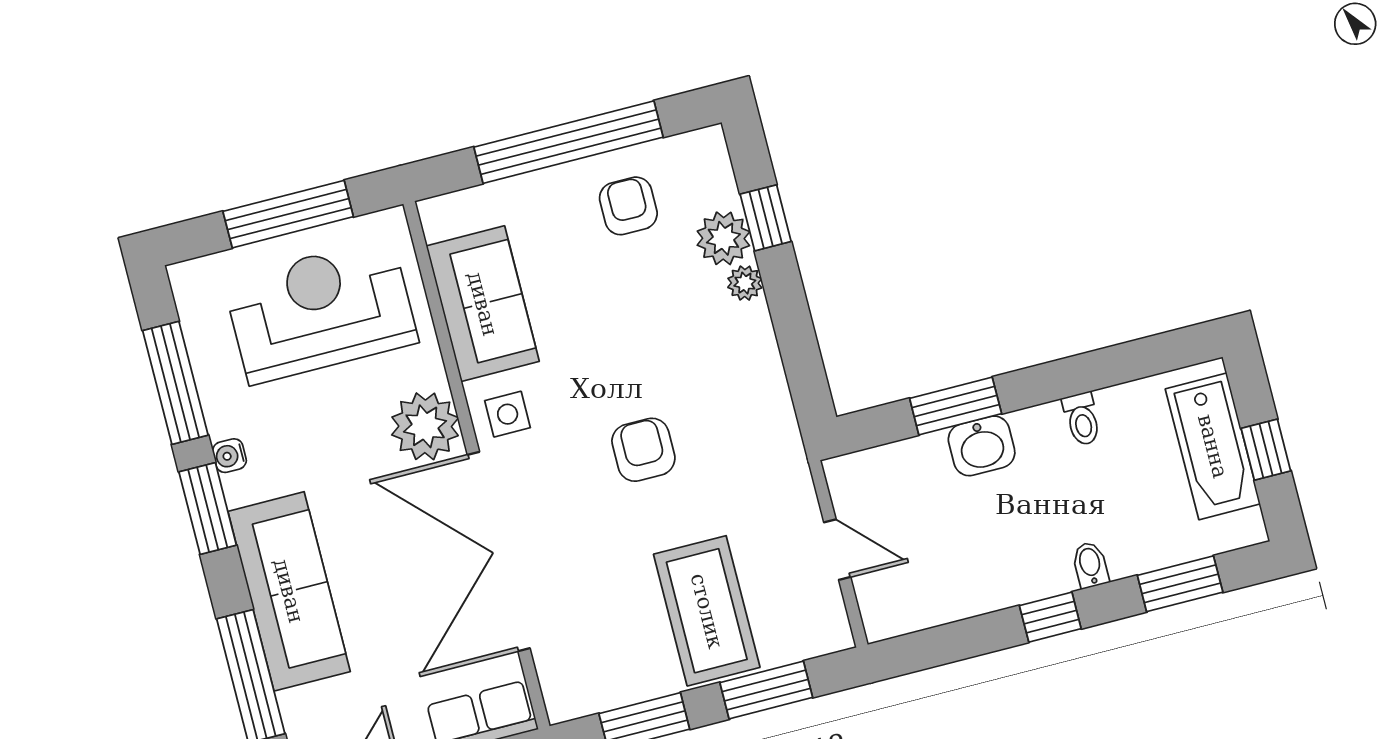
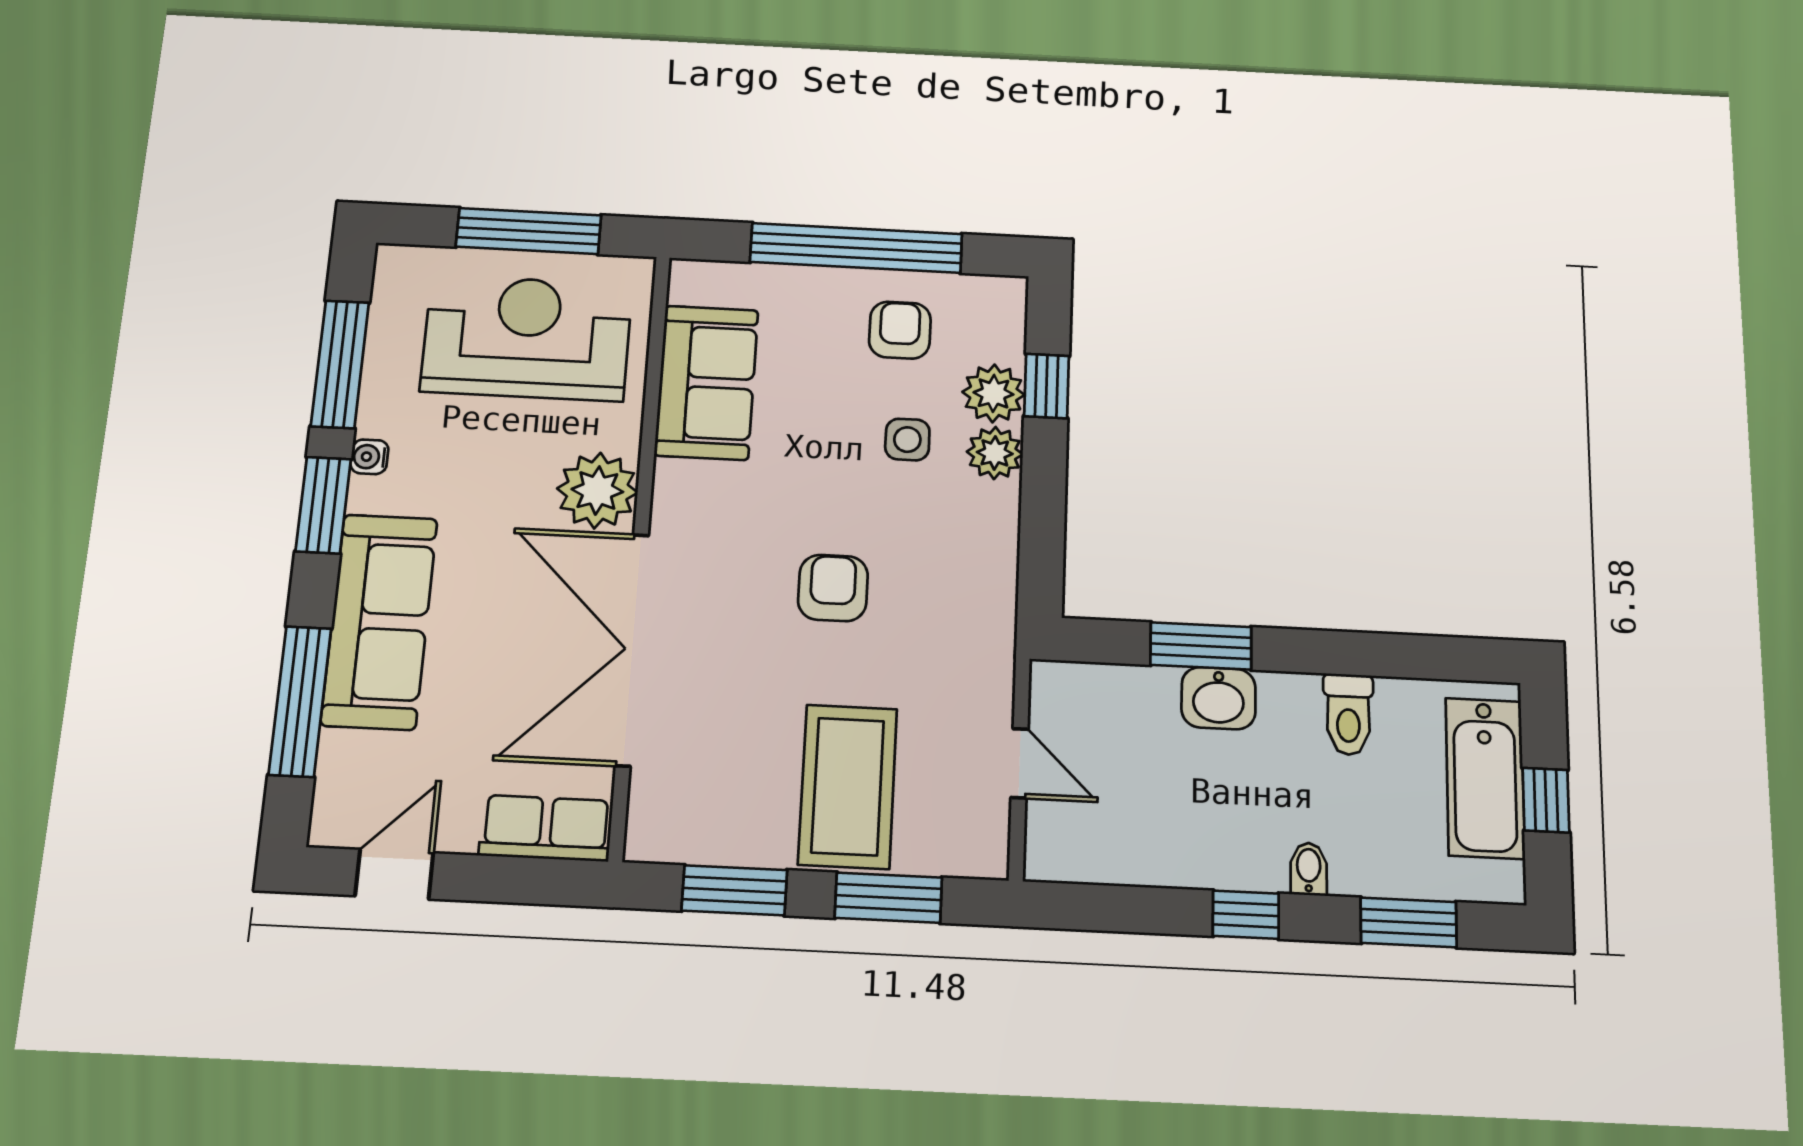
plant: (745, 283) -> (995, 453), width x1.38, depth x1.38
side table: (508, 414) -> (907, 440), moved
toilet: (1082, 419) -> (1348, 714), width x1.37, depth x1.39

